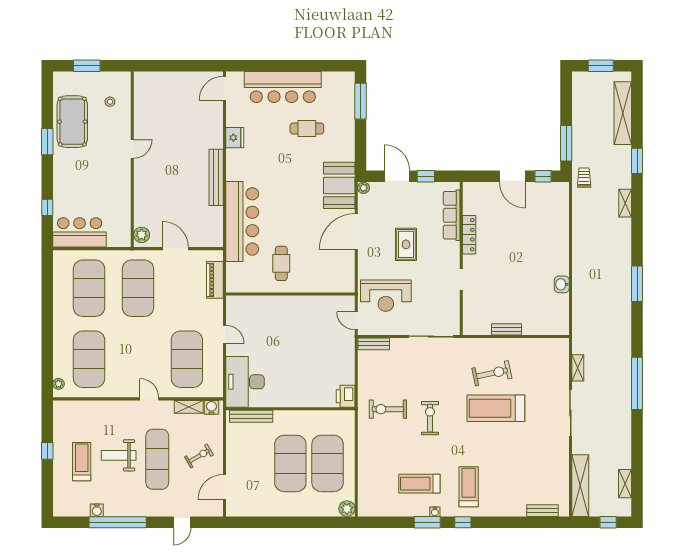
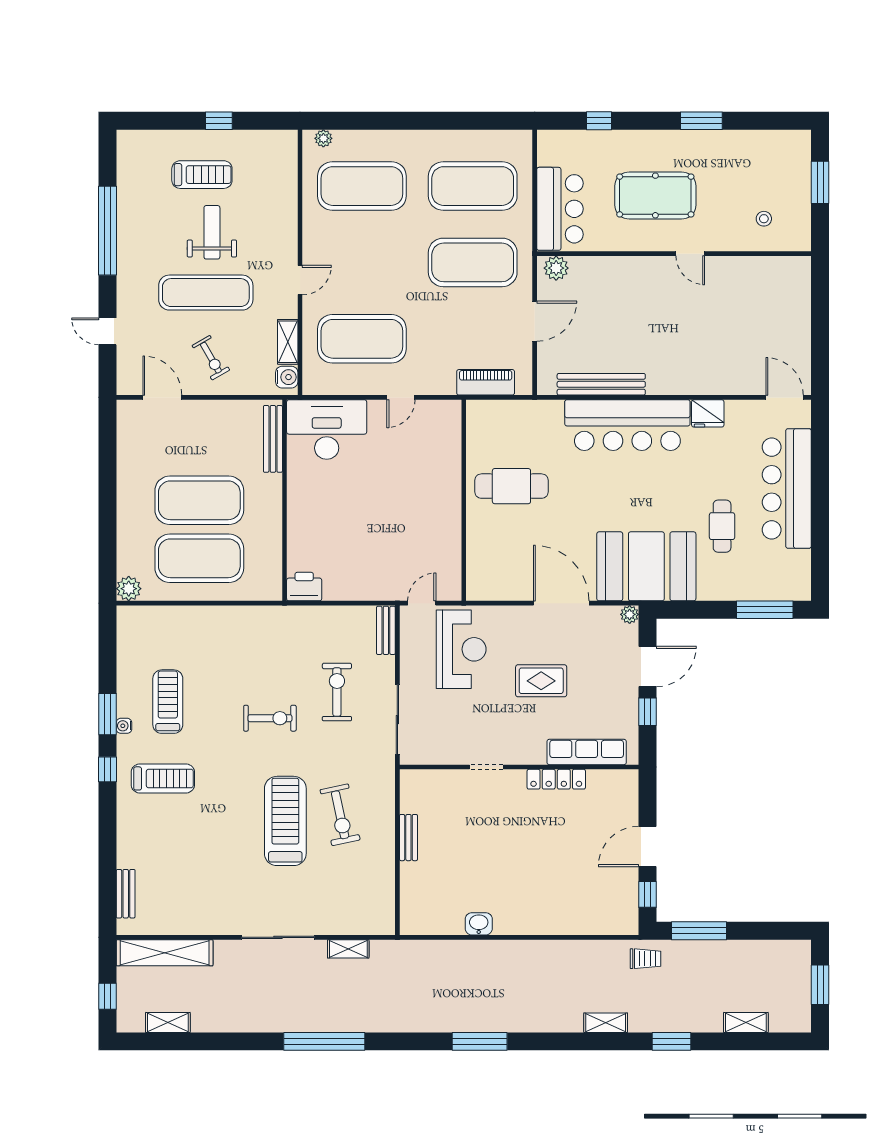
shelving: (623, 113) -> (746, 1022), width x0.45, depth x0.75
pool table: (72, 122) -> (655, 195), moved
bench: (216, 177) -> (601, 384), moved
booth: (339, 185) -> (646, 566), width x1.36, depth x1.42
bar counter: (242, 221) -> (627, 425), moved
bar counter: (80, 232) -> (560, 209), moved
cafe table: (281, 263) -> (511, 486), width x1.37, depth x1.35
reception desk: (386, 296) -> (461, 649), turned 180
exercise bike: (388, 409) -> (337, 692), moved
water cooler: (97, 510) -> (126, 198), removed

